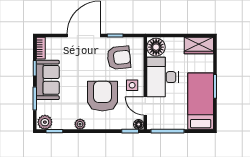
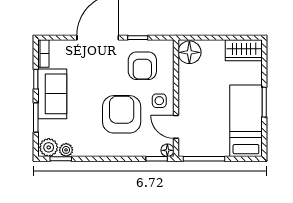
armchair: (119, 58) -> (142, 66), turned 96
desk: (163, 77) -> (198, 90), removed
plant: (80, 124) -> (66, 150), moved

